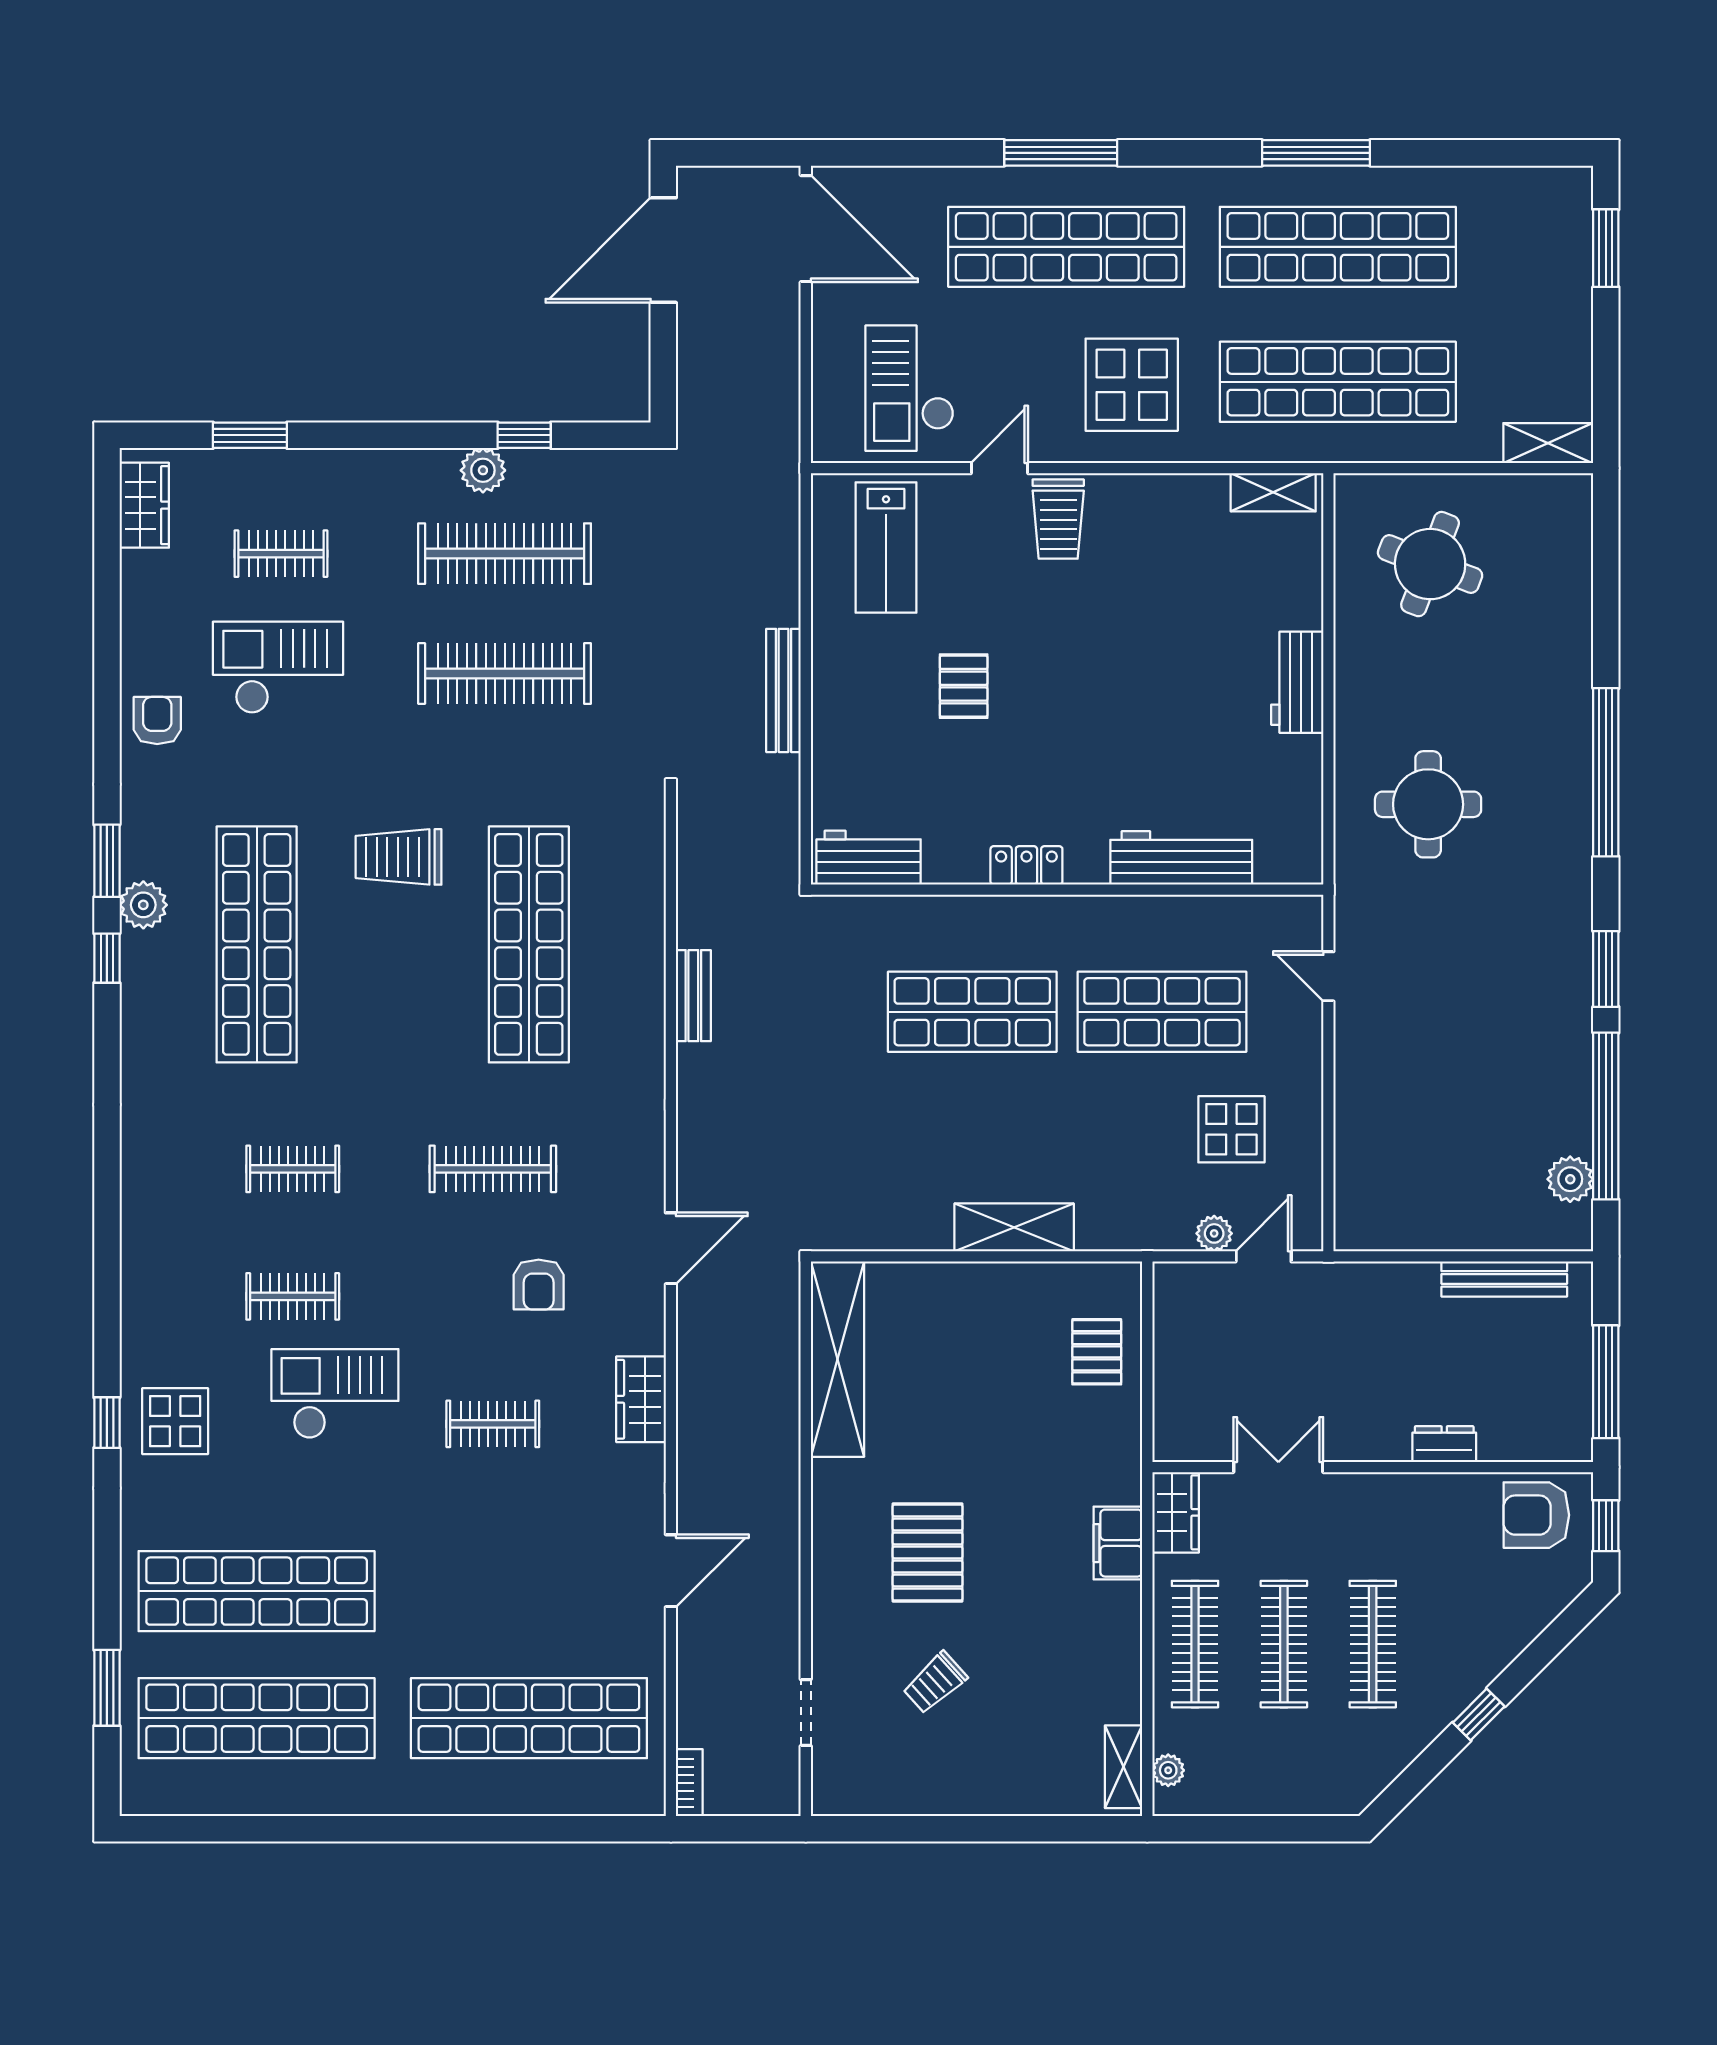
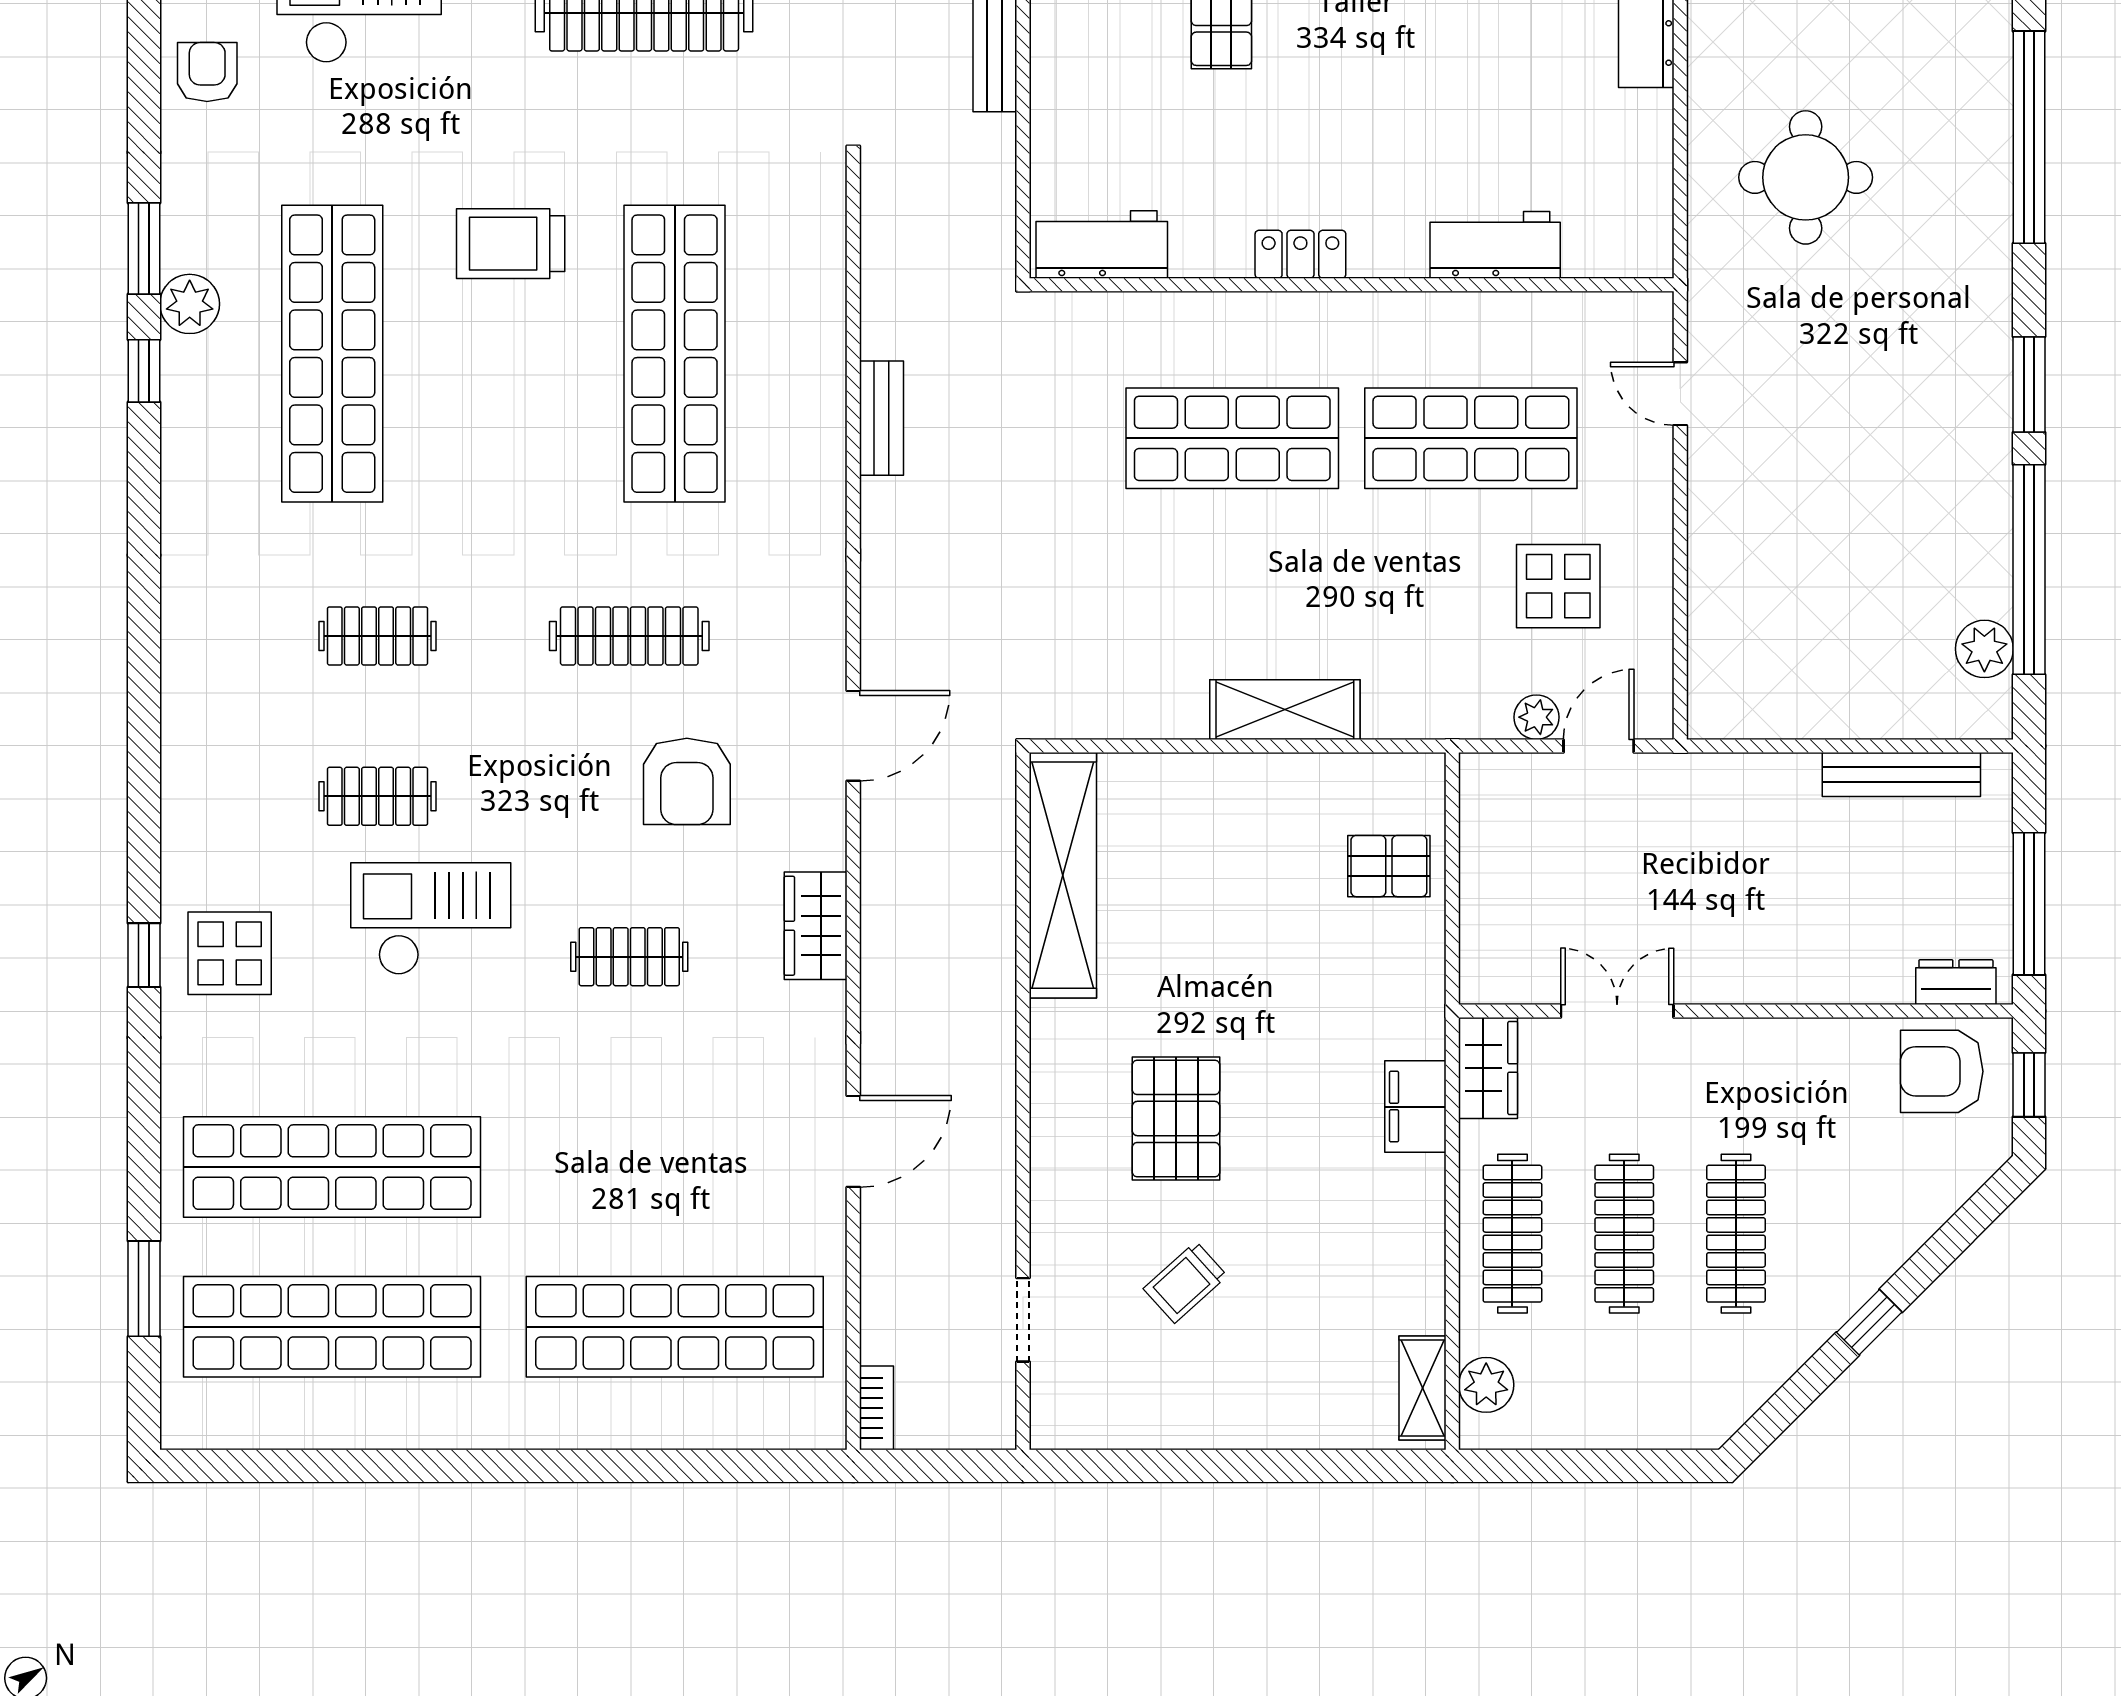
workbench: (1181, 858) -> (1495, 245), width x0.73
armchair: (539, 1285) -> (687, 781), width x1.38, depth x1.38
pallet: (1097, 1352) -> (1389, 866), turned 90
dresser: (1444, 1444) -> (1956, 982), moved
plant: (1168, 1770) -> (1486, 1385), width x1.38, depth x1.38

